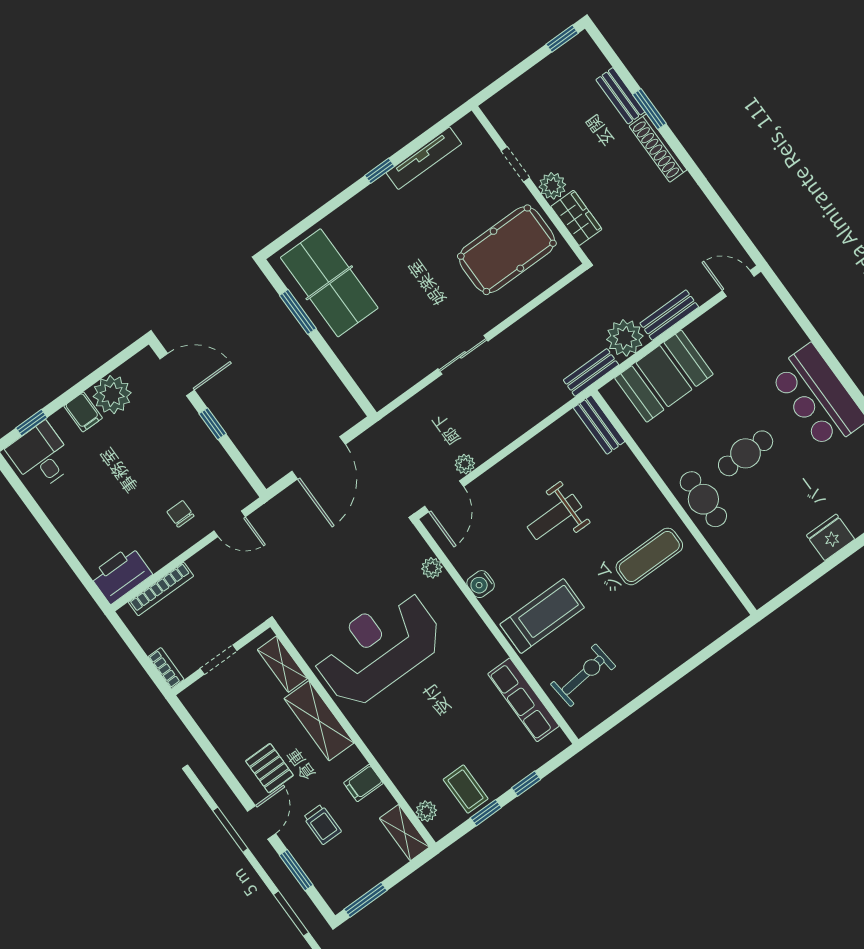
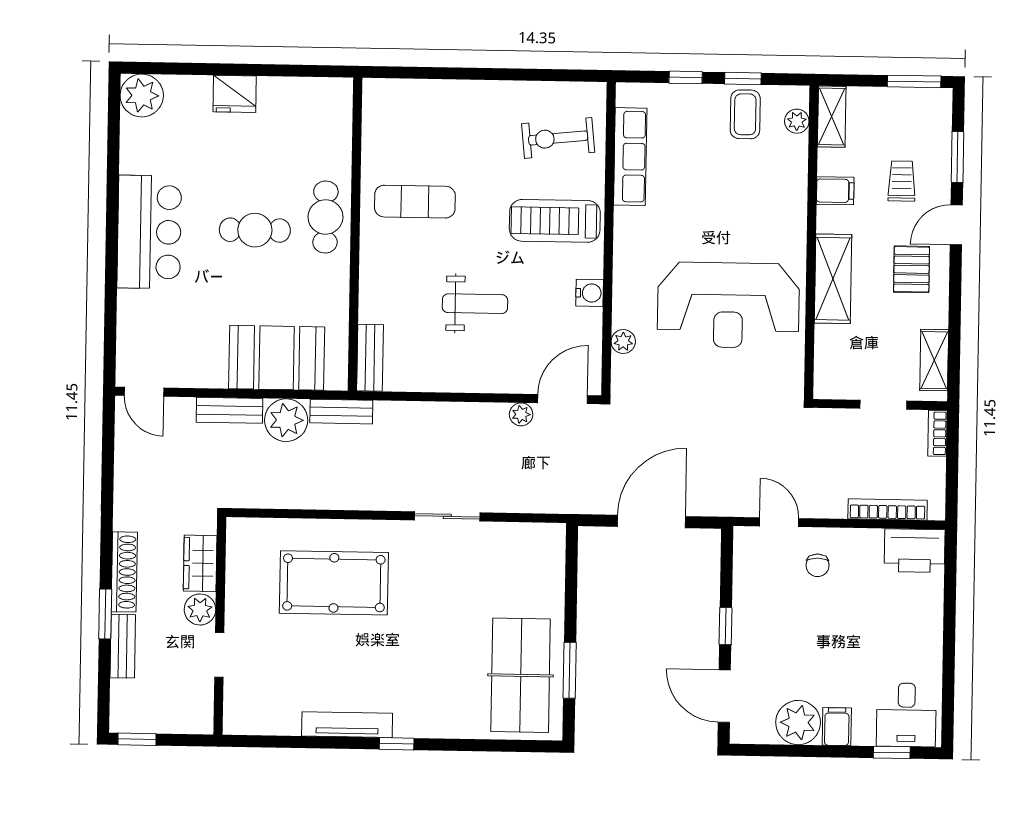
doorway: (515, 164) -> (219, 655), moved
wall: (530, 185) -> (220, 626), moved
plant: (552, 186) -> (200, 609), moved
wardrobe: (576, 218) -> (200, 563), moved
shelving: (282, 664) -> (934, 360), moved

